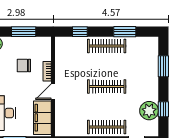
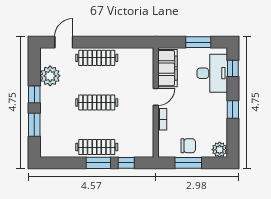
window: (125, 32) -> (98, 163), moved
chair: (24, 65) -> (188, 146), moved
window: (163, 109) -> (34, 94), moved

